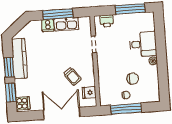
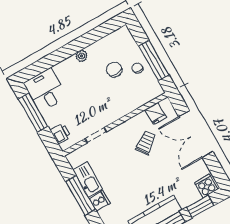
desk: (143, 44) -> (45, 90), moved

